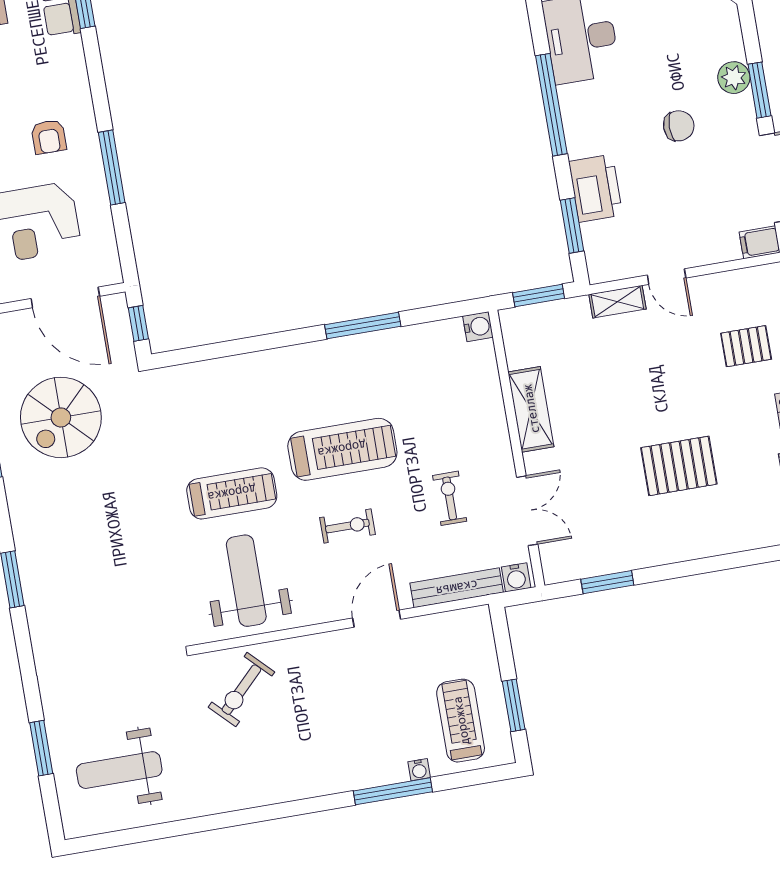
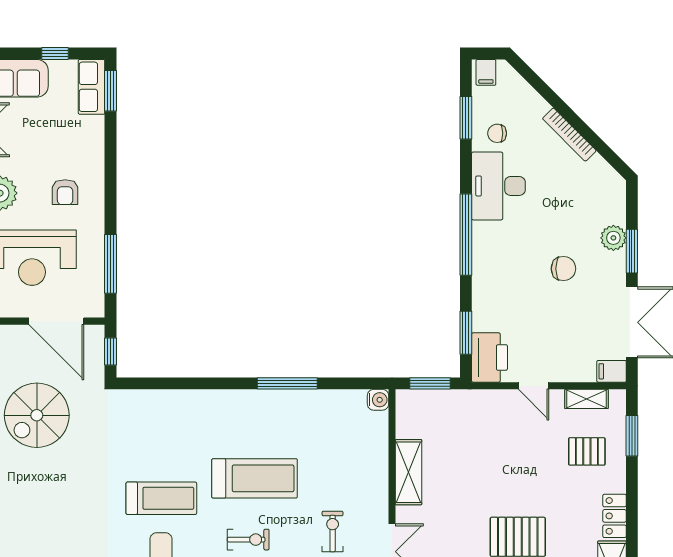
window: (112, 168) -> (111, 264), moved
printer: (596, 188) -> (489, 357), moved
shelving: (617, 302) -> (586, 399), moved

